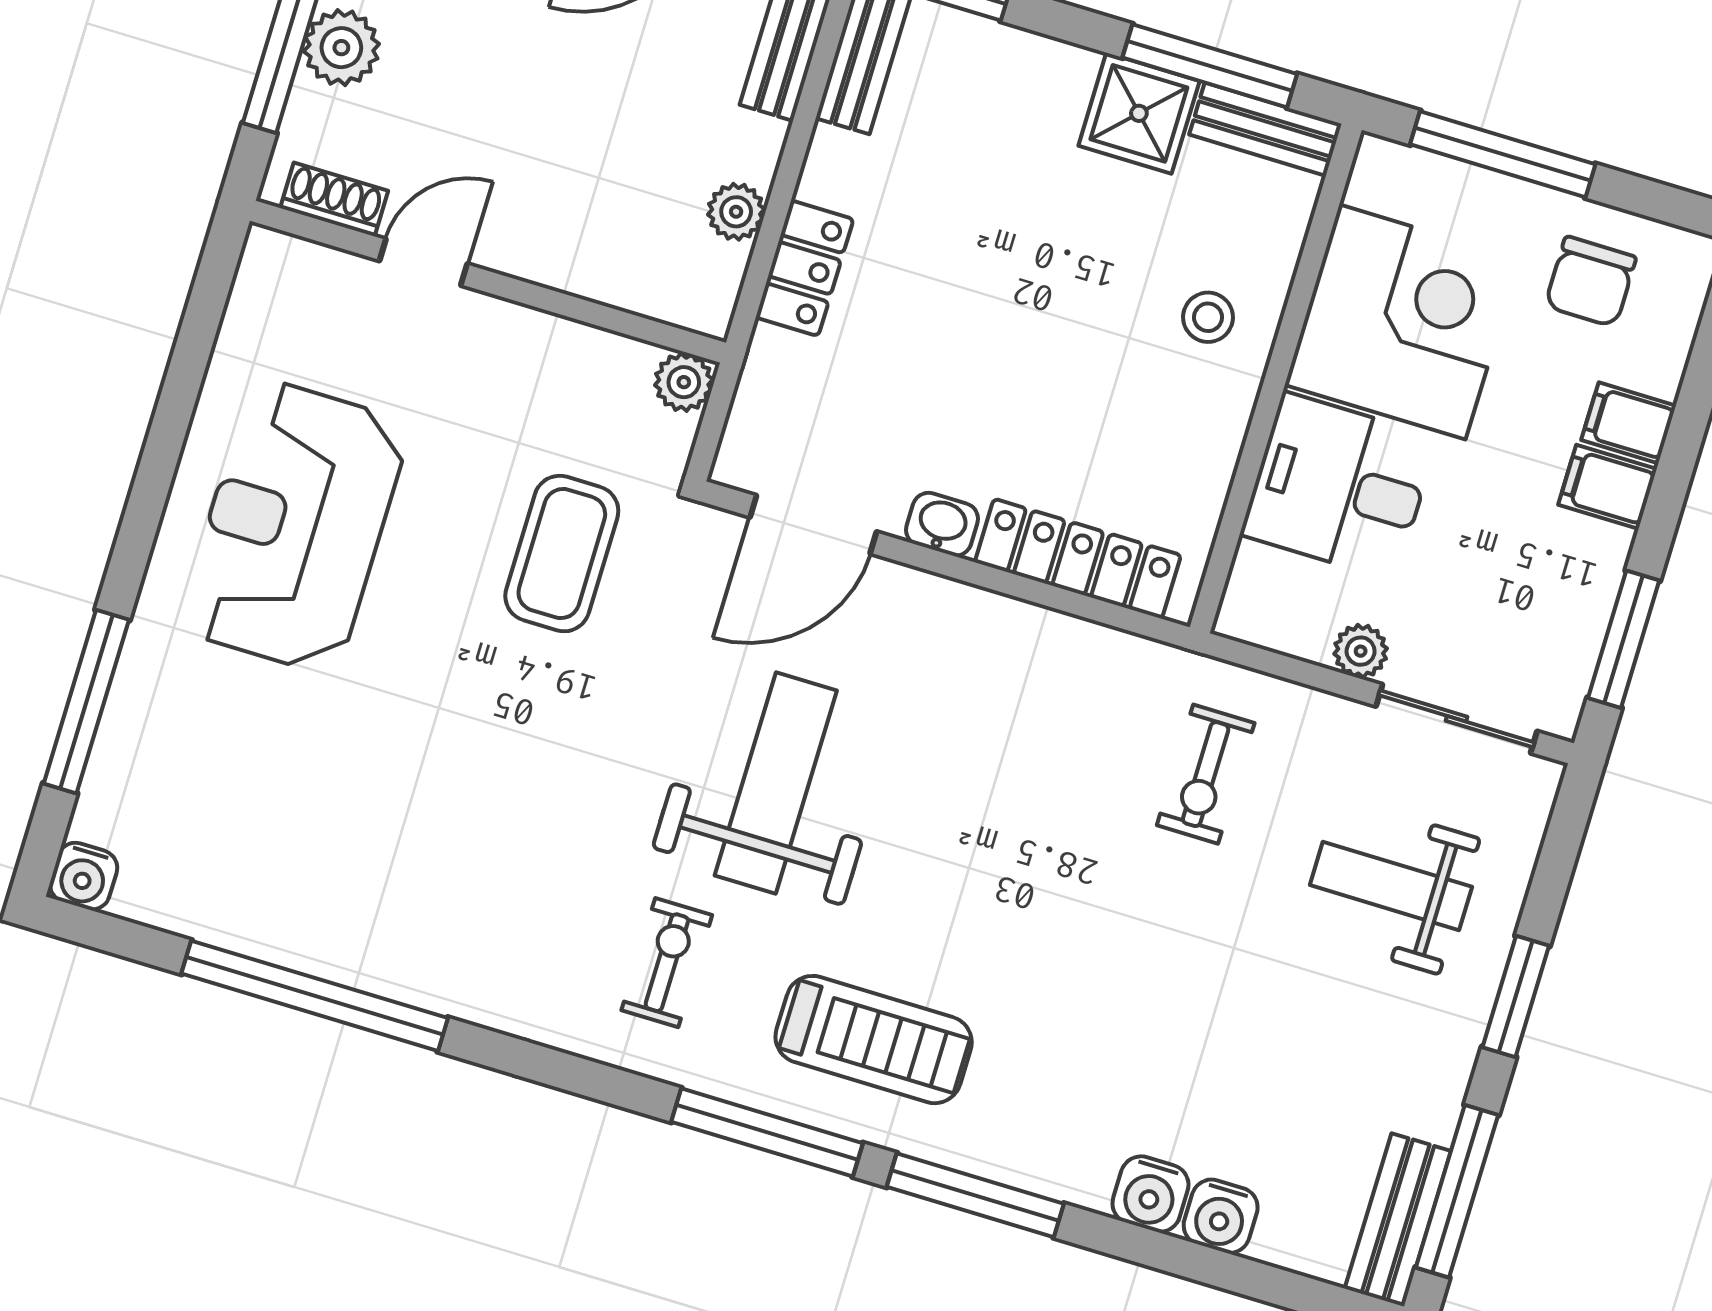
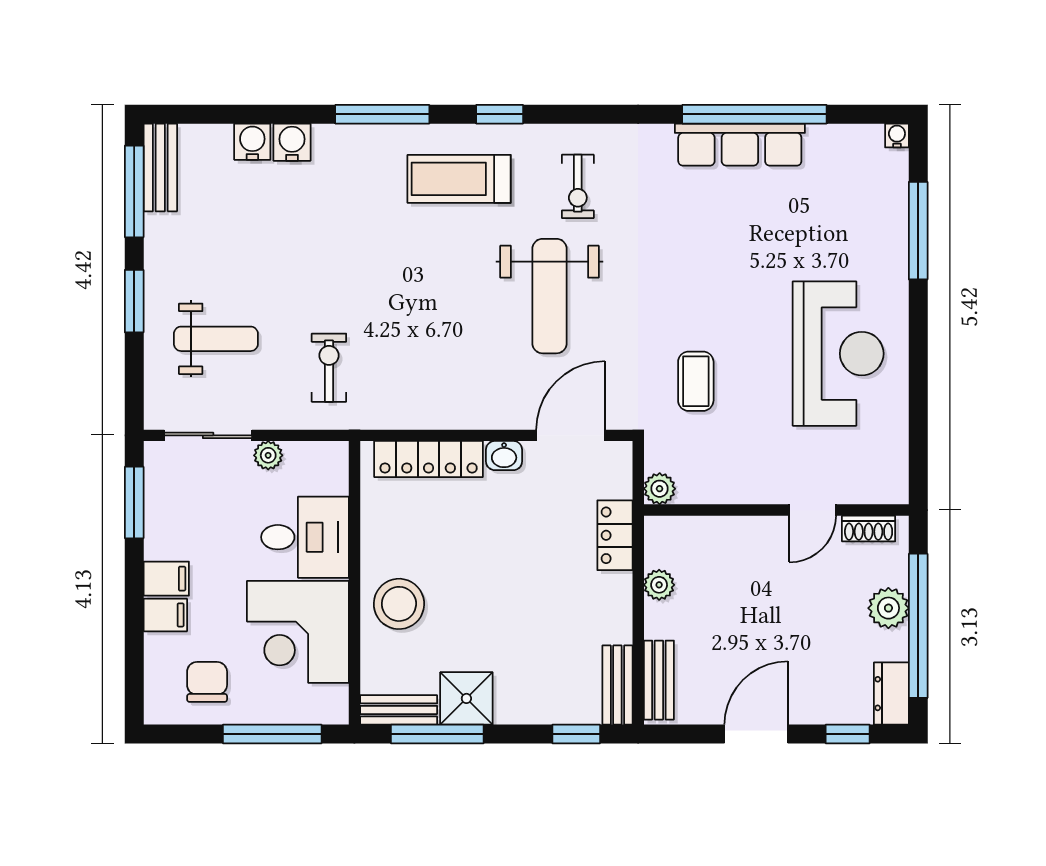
locker: (805, 268) -> (615, 535), moved
stool: (1208, 317) -> (399, 604), width x1.89, depth x1.89
coffee table: (562, 554) -> (696, 381), width x0.73, depth x0.77
water cooler: (84, 876) -> (897, 136), width x0.72, depth x0.72
row of seats: (357, 950) -> (740, 145), added
window: (767, 1132) -> (500, 114), width x0.46

